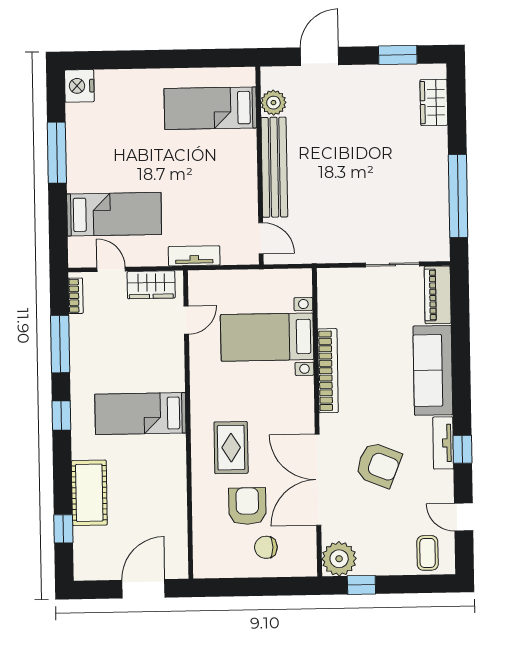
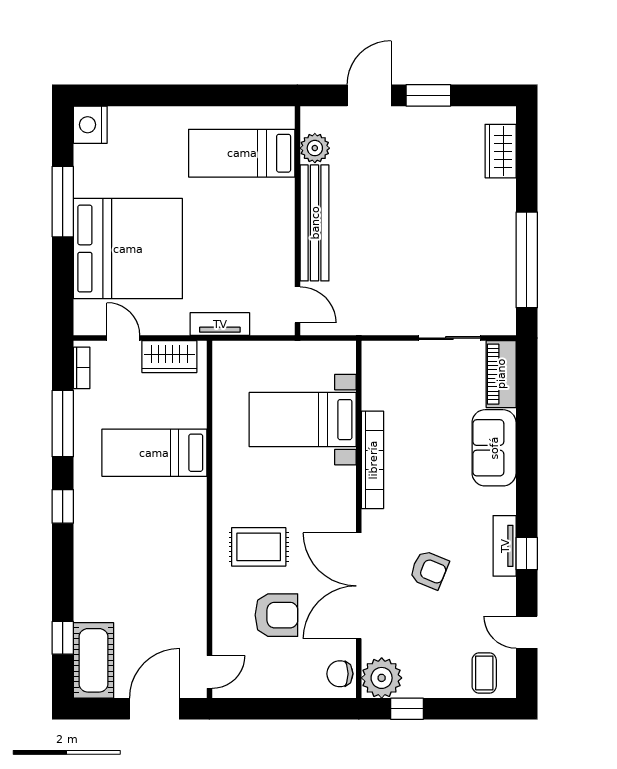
window: (398, 55) -> (428, 95), moved
bed: (114, 214) -> (128, 249), width x2.04
door: (186, 320) -> (209, 672), moved
sofa: (433, 370) -> (494, 448), width x0.73
bed: (140, 414) -> (154, 453), moved
rug: (231, 448) -> (259, 547), turned 90
armchair: (378, 465) -> (429, 570), width x0.72, depth x0.72
cot: (89, 493) -> (93, 660), moved
armchair: (247, 506) -> (276, 615), turned 90
chair: (266, 547) -> (340, 674), moved

